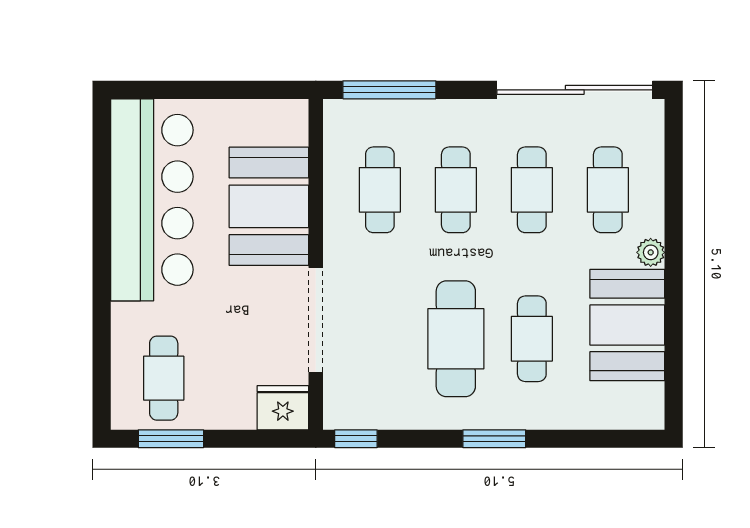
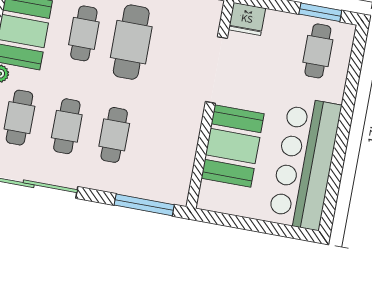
cafe table: (380, 190) -> (162, 144), removed

